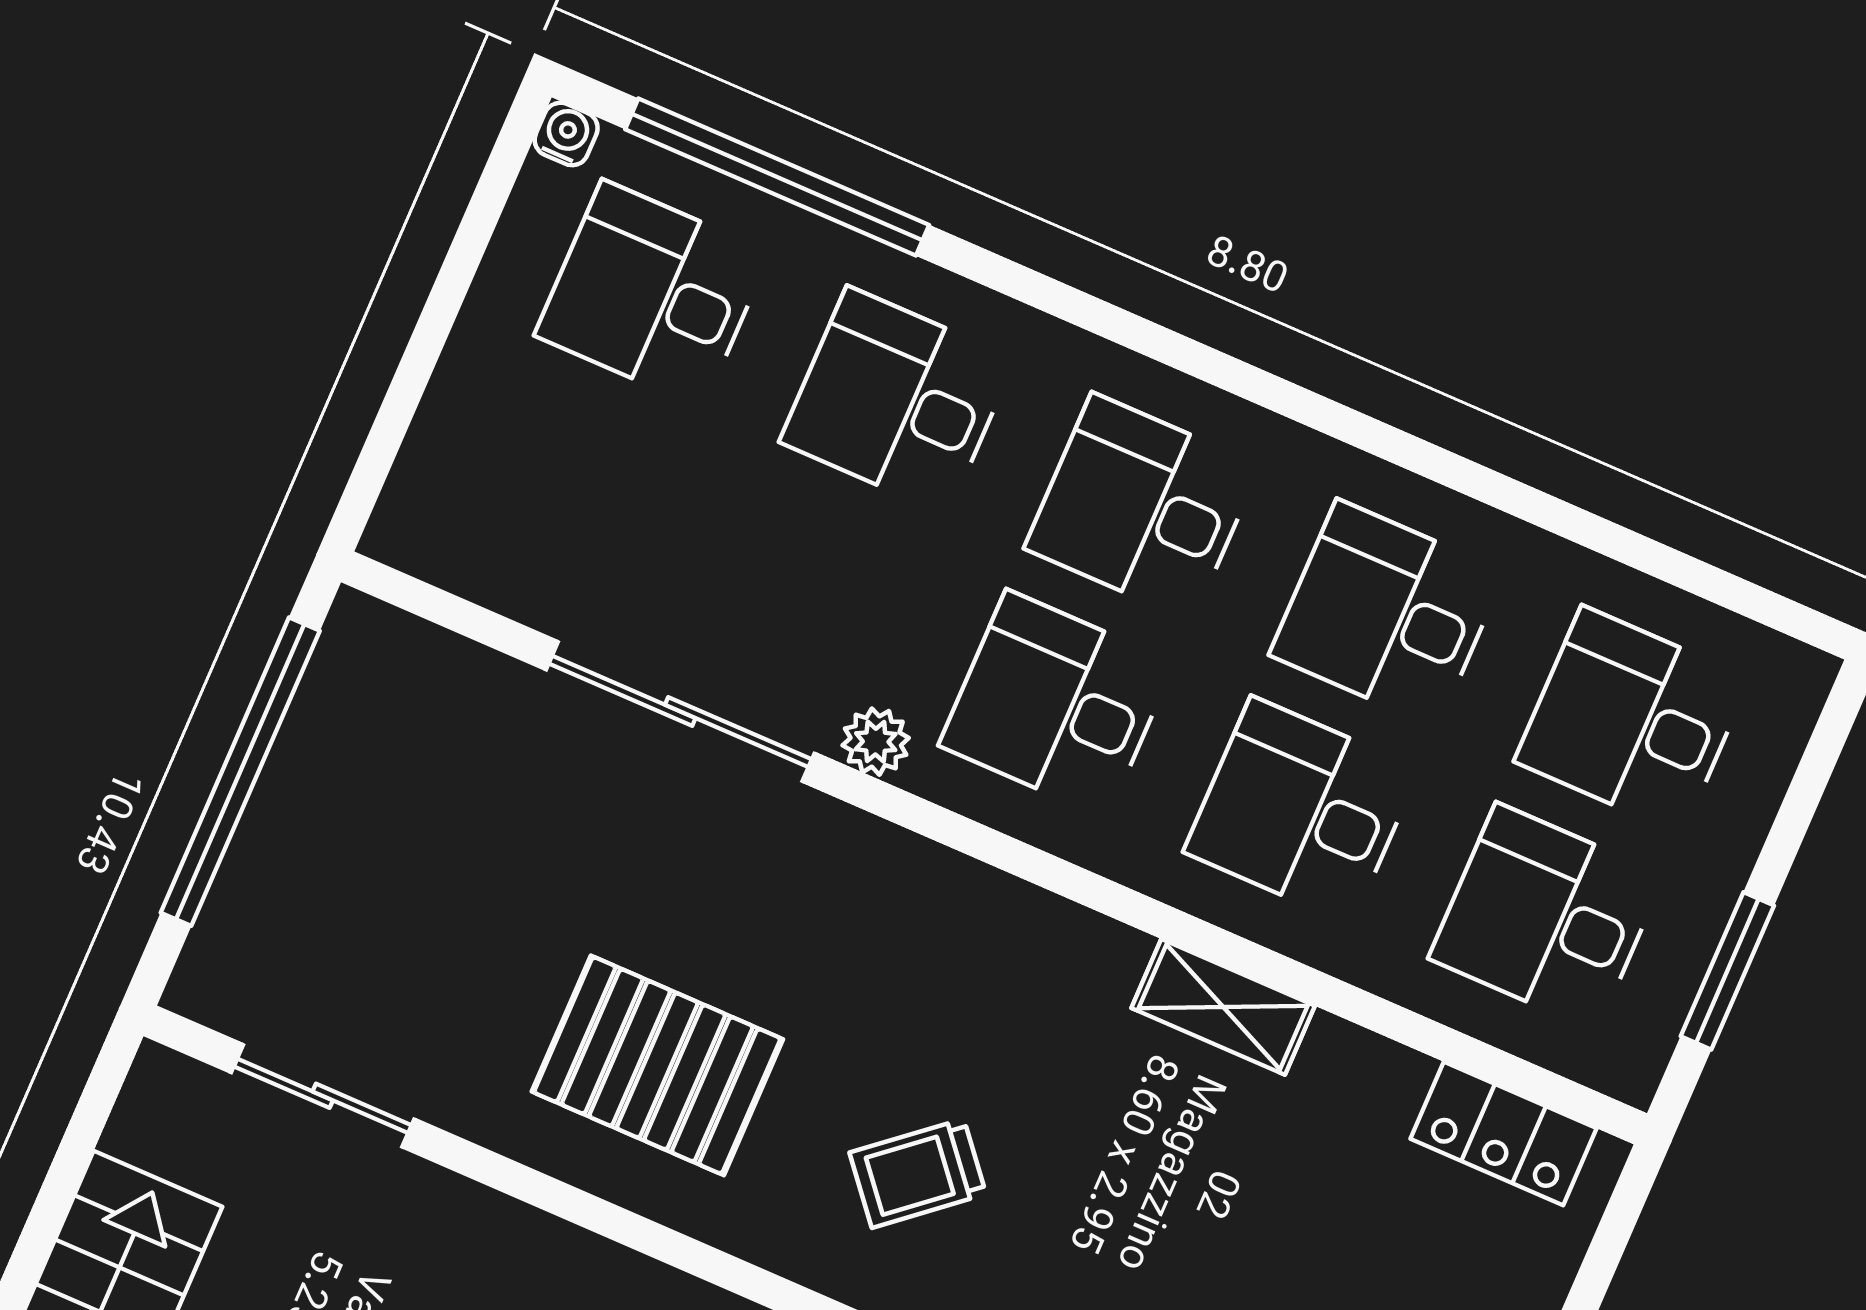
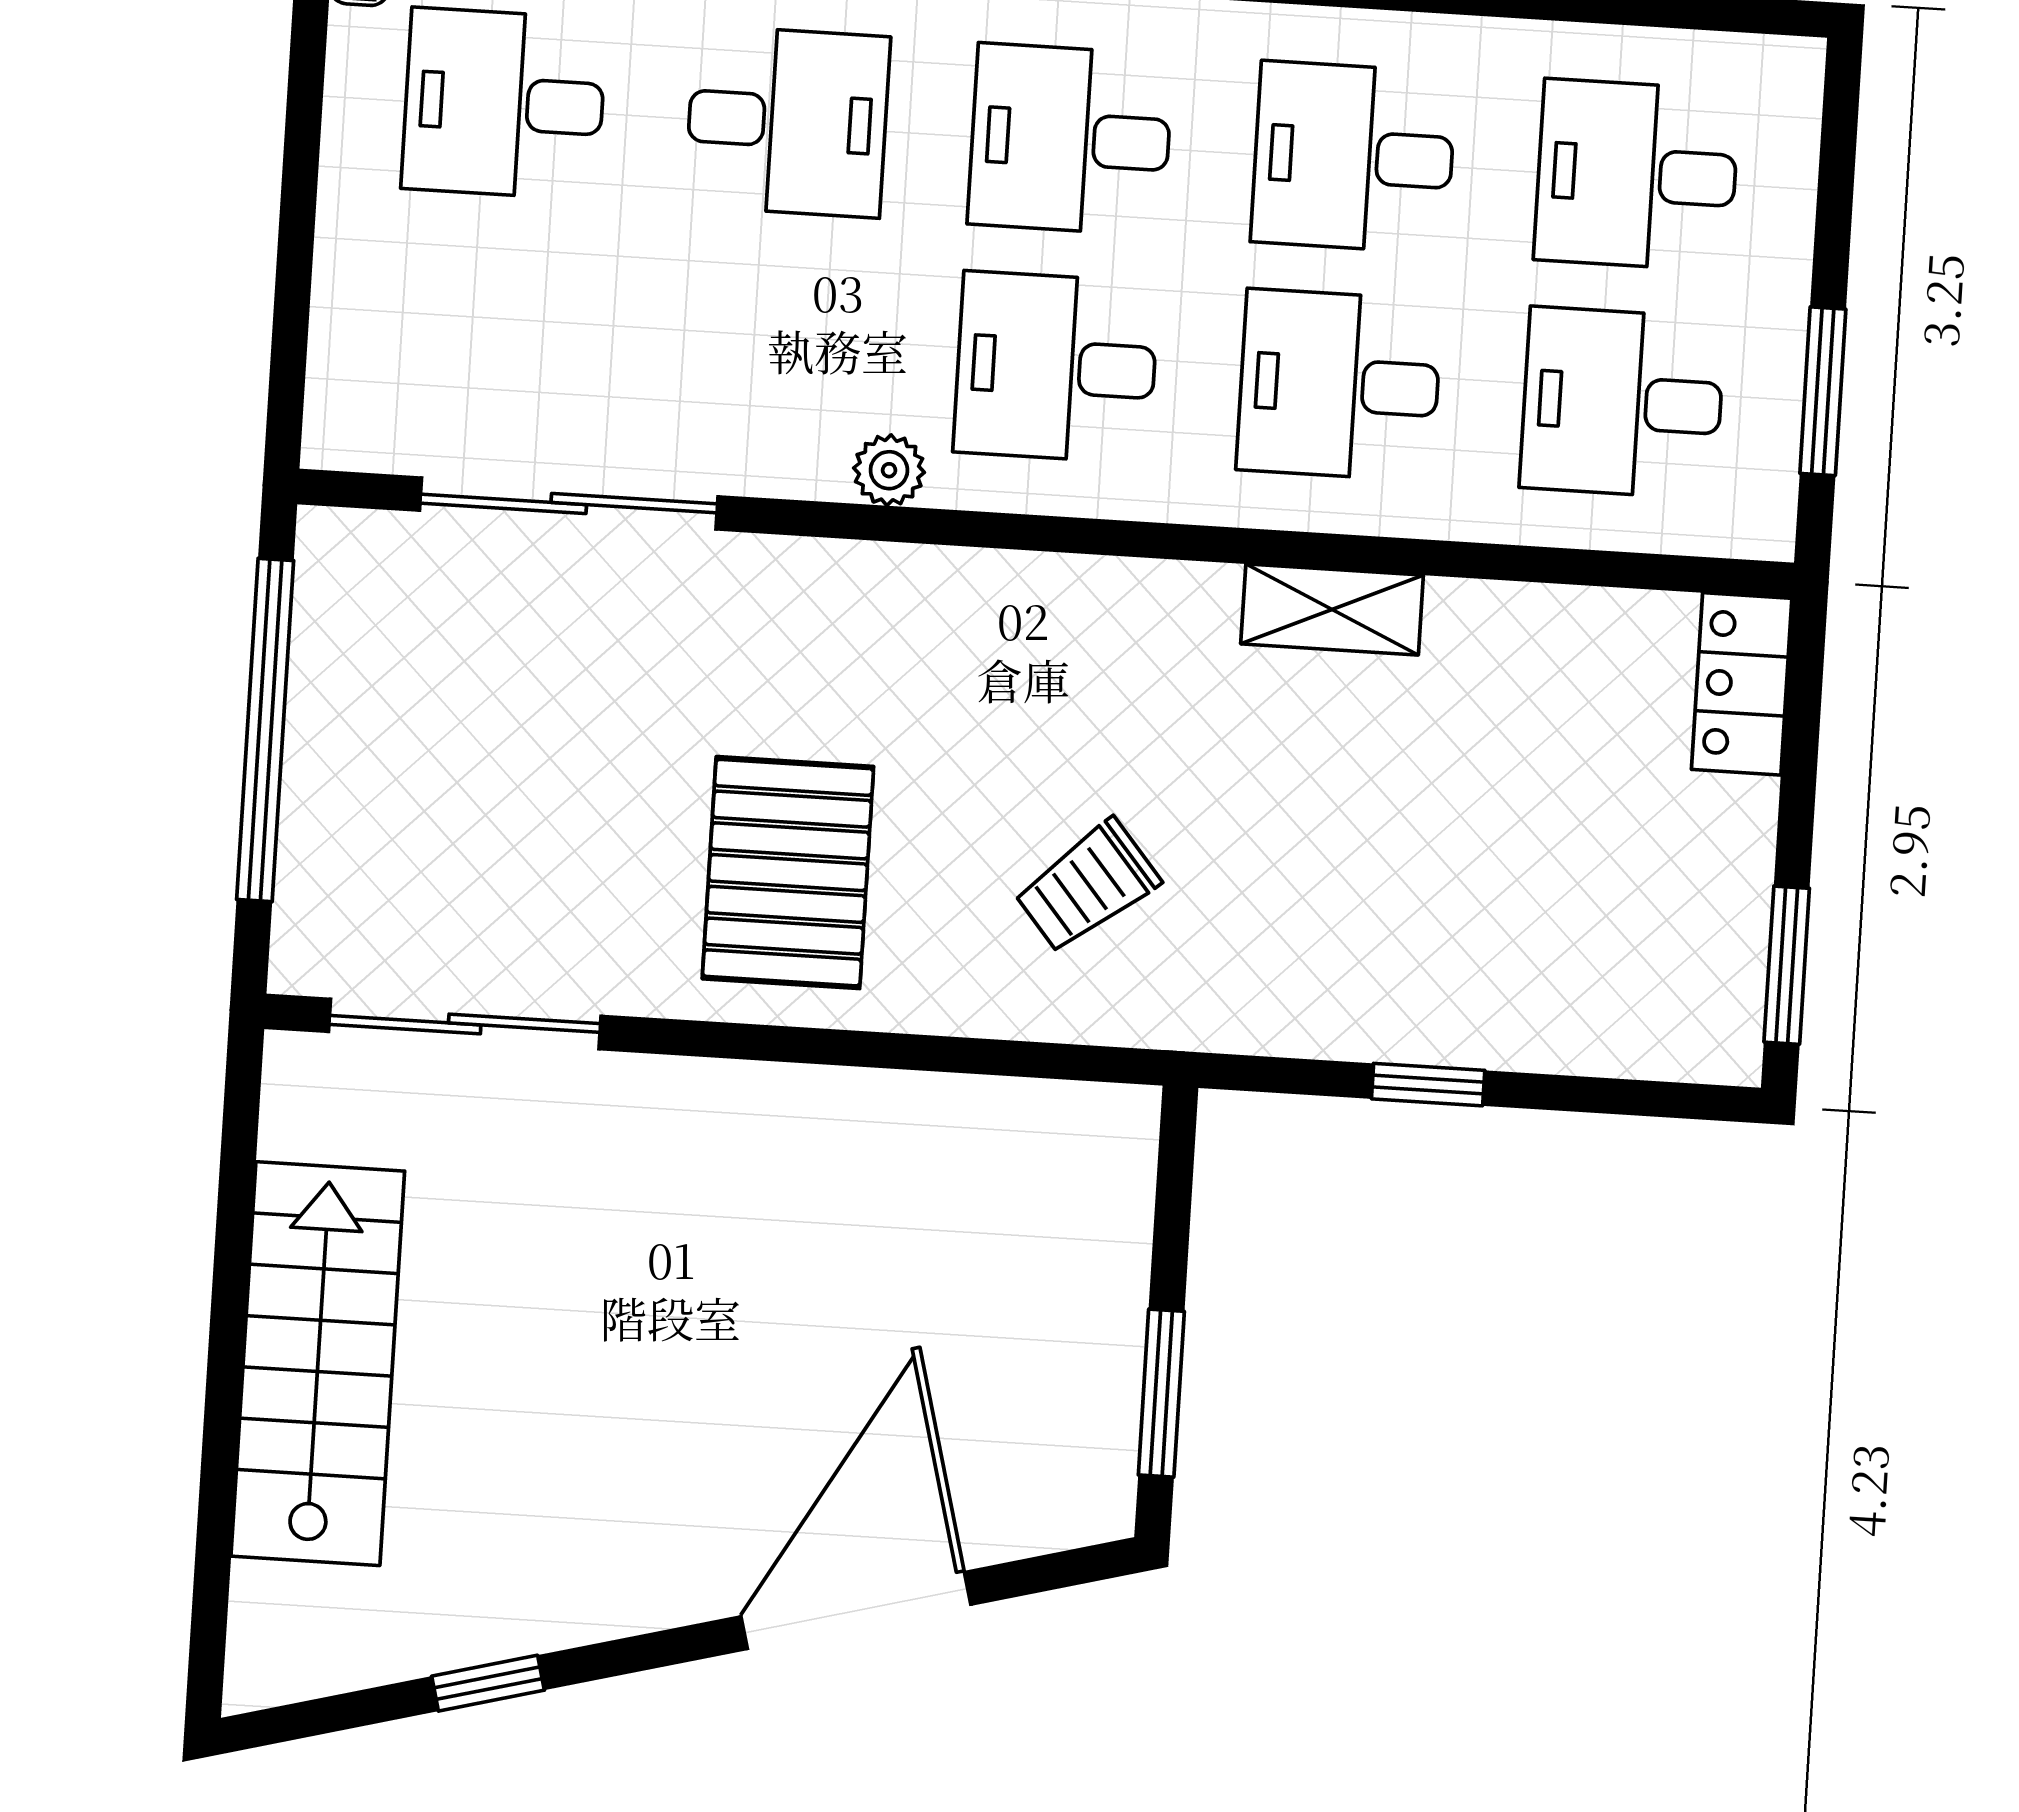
desk: (897, 400) -> (787, 121), turned 180
sliding door: (680, 711) -> (569, 503), moved
pallet: (657, 1065) -> (788, 873), turned 90
sliding door: (323, 1096) -> (465, 1024), width x1.37
locker: (1504, 1134) -> (1742, 684), moved, turned 90

